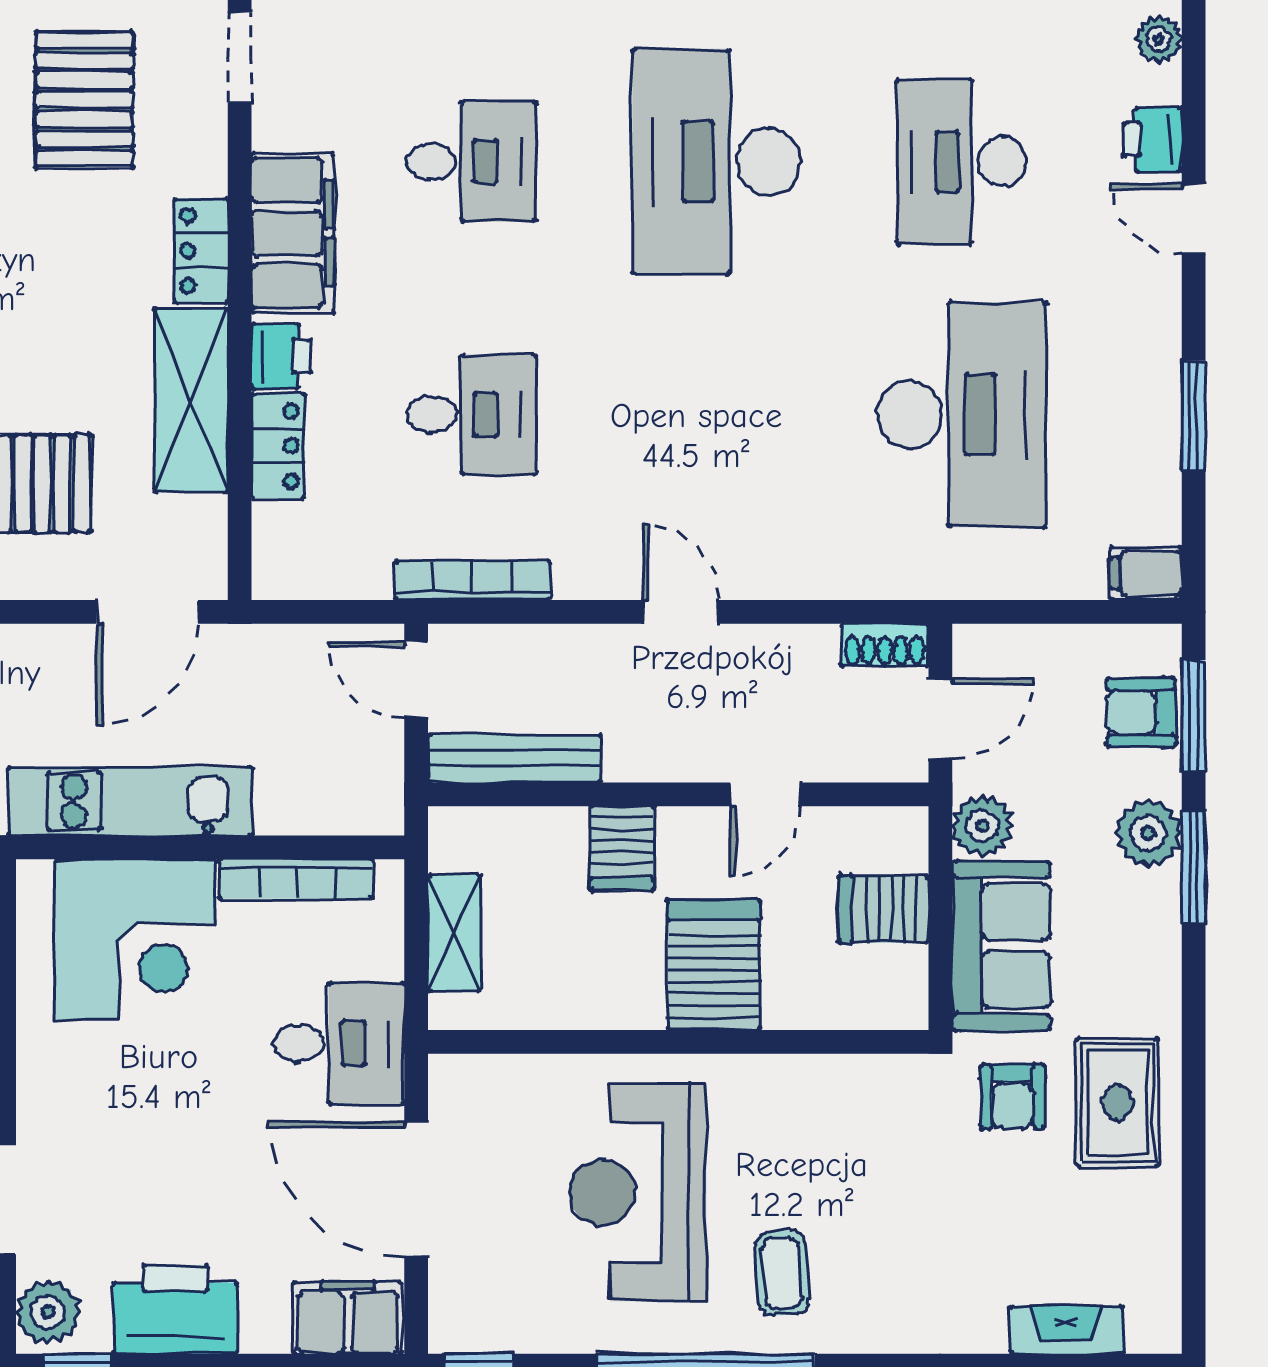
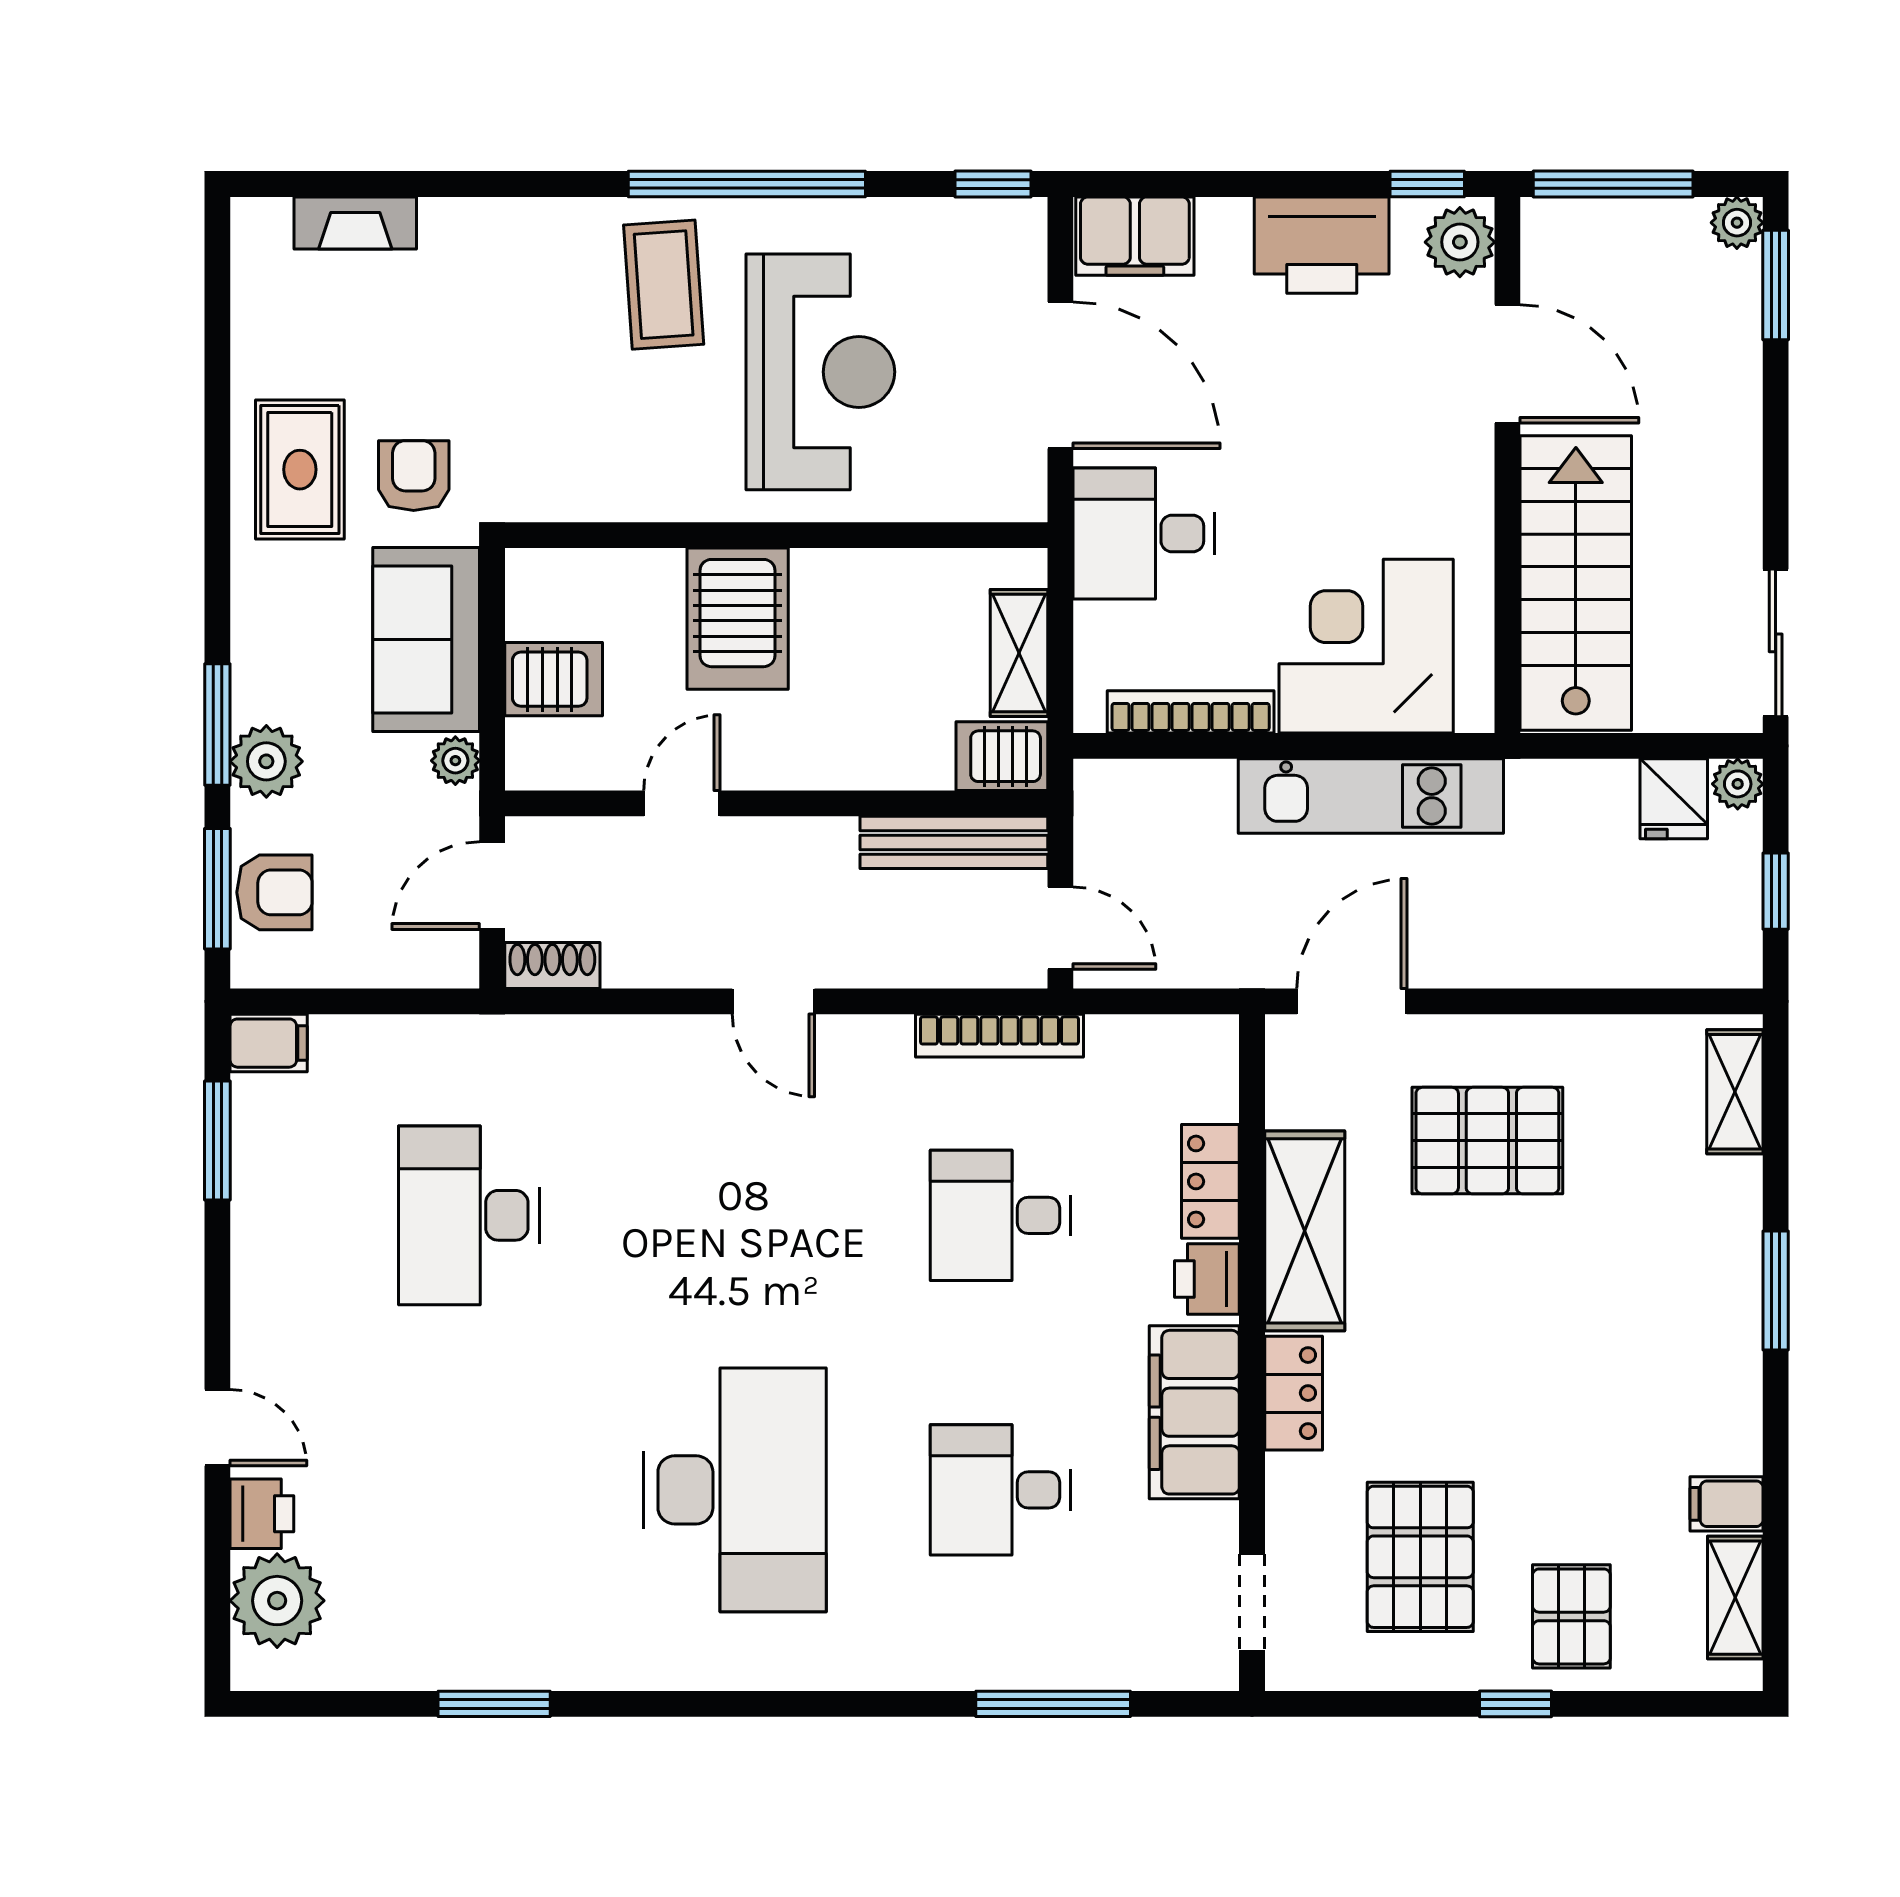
plant: (1159, 39) -> (277, 1601), width x1.88, depth x1.88
desk: (962, 161) -> (469, 1490), removed
desk: (962, 415) -> (469, 1215), width x0.73, depth x0.77
window: (1194, 416) -> (217, 1140), moved
plant: (982, 826) -> (455, 761), width x0.73, depth x0.73
server rack: (622, 848) -> (1002, 756), moved, turned -90
coffee table: (782, 1273) -> (664, 285), width x1.36, depth x1.30

